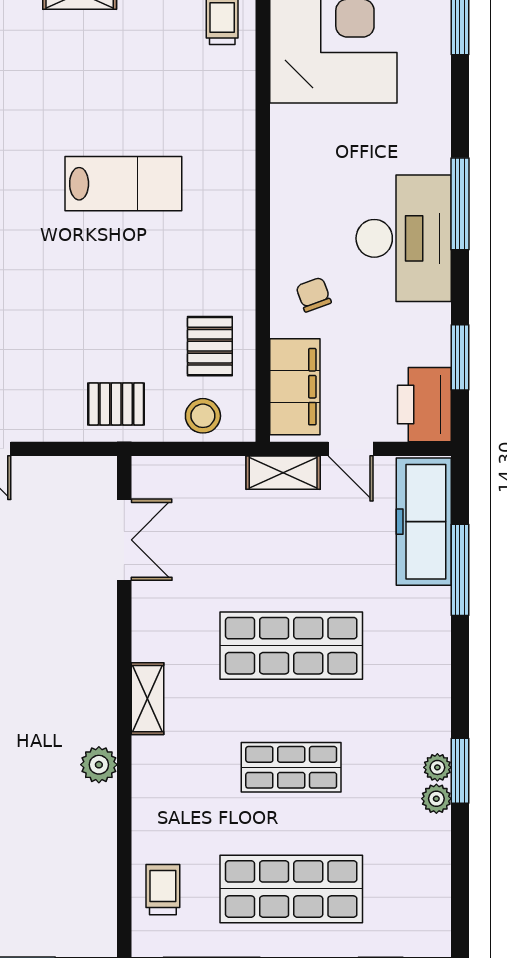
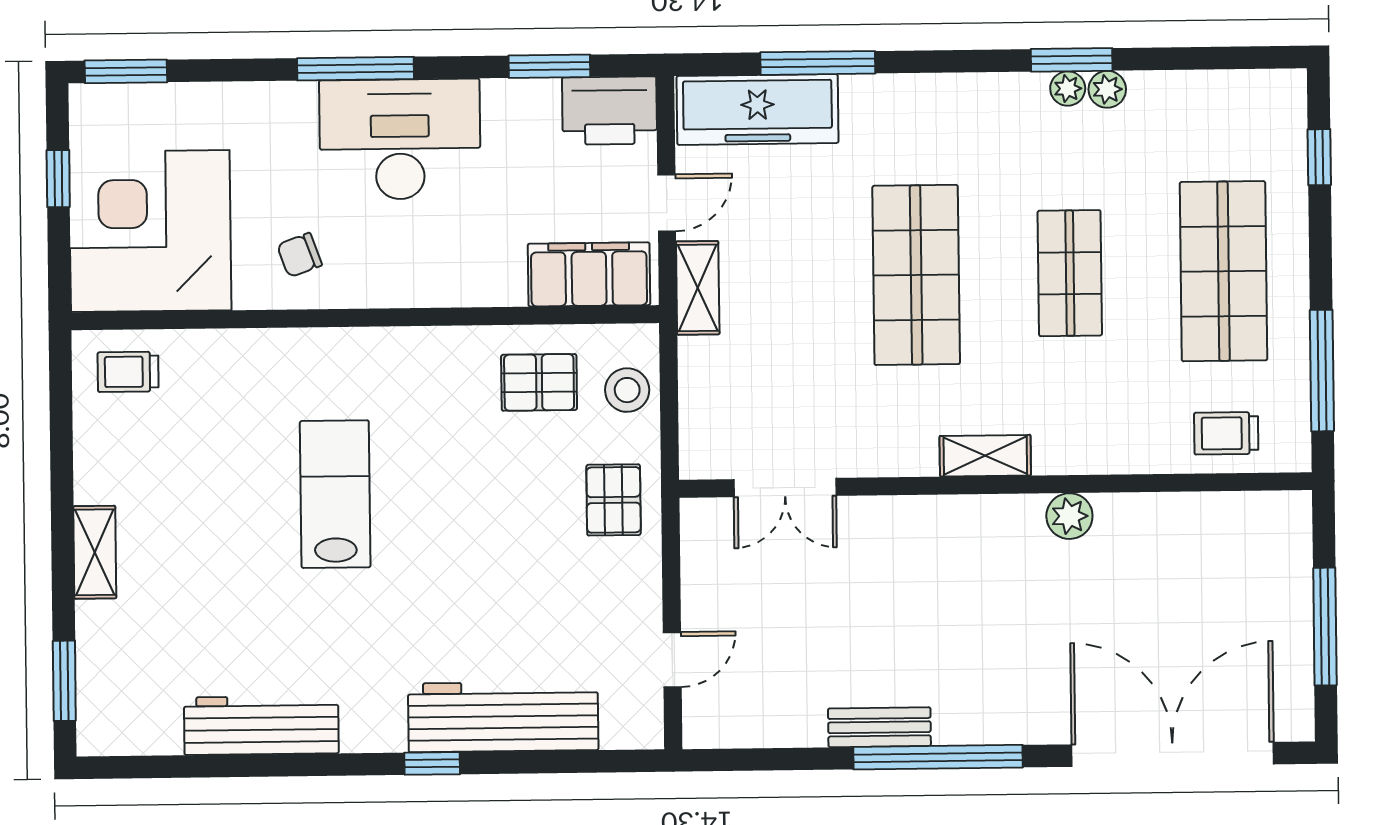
chair: (314, 295) -> (299, 255), moved
double door: (124, 540) -> (785, 488), swing flipped

